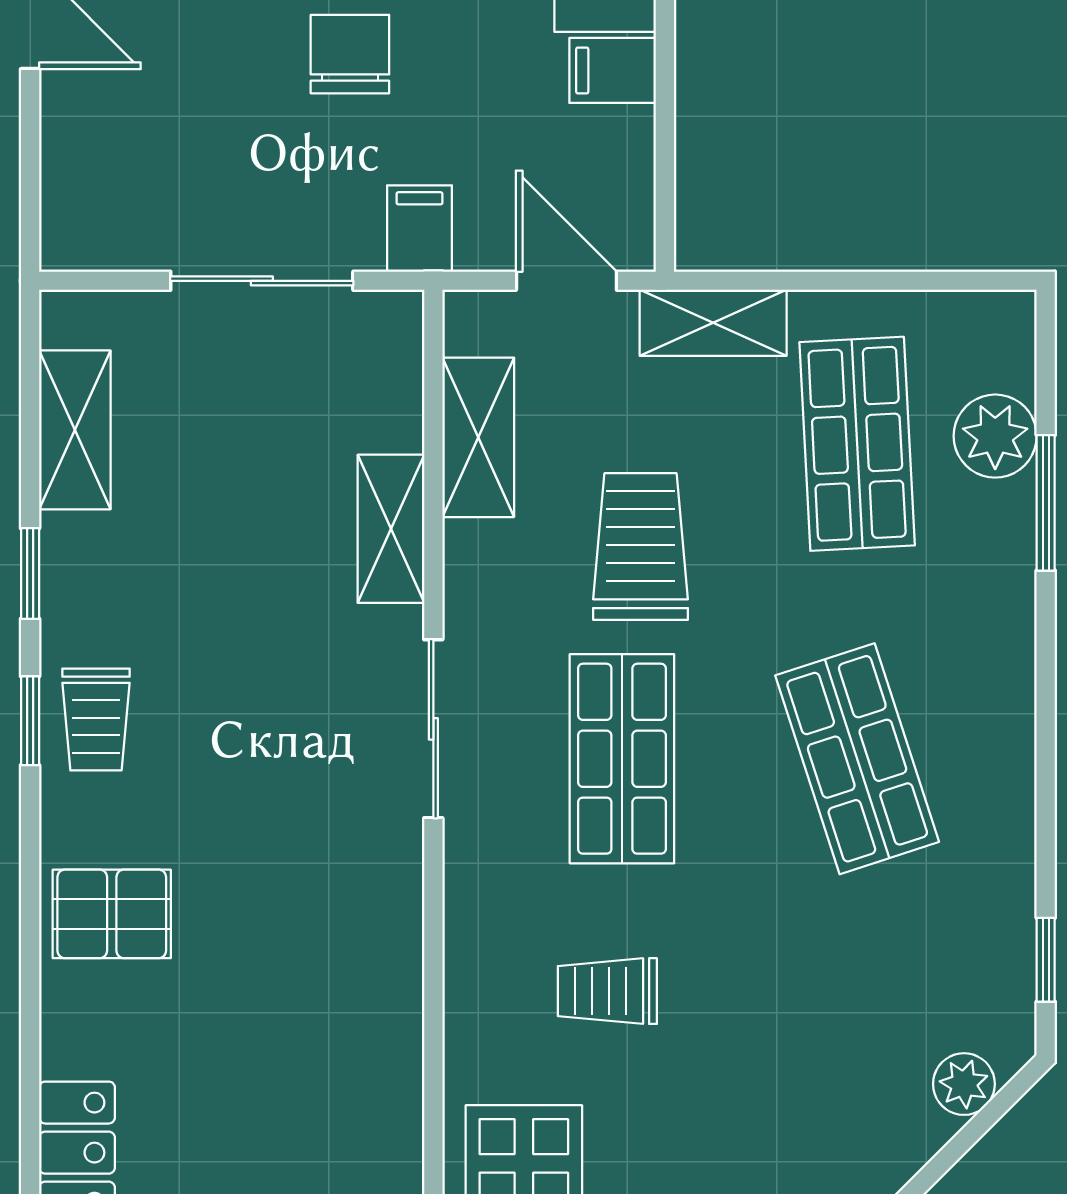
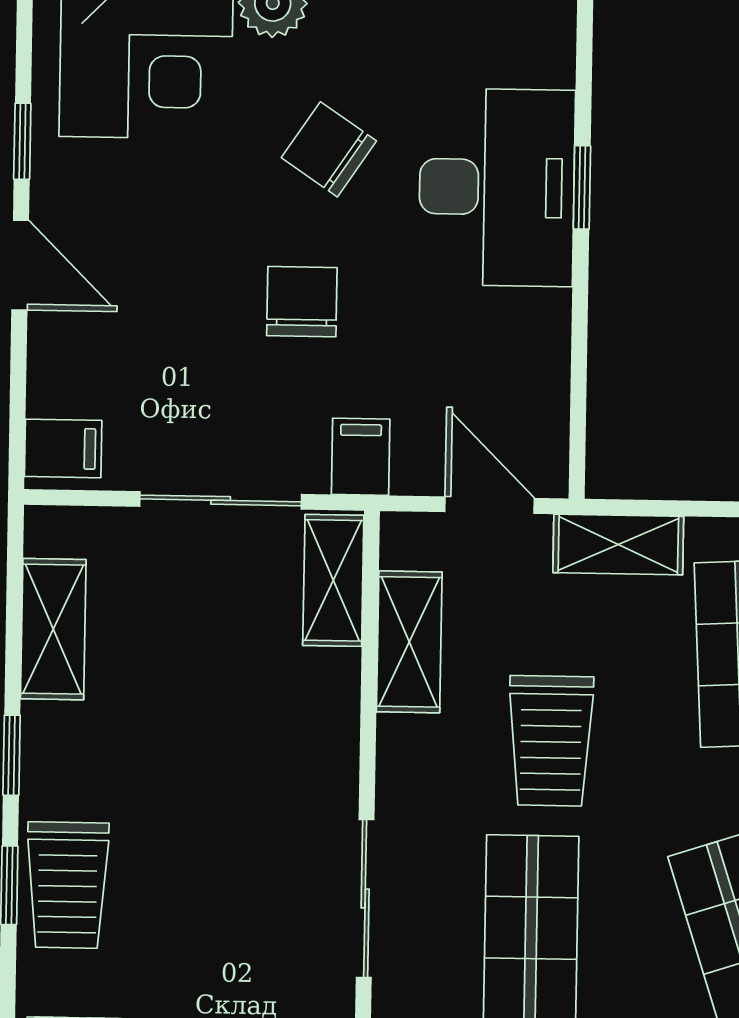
filing cabinet: (613, 70) -> (63, 448), moved, turned 180
shelving: (391, 529) -> (333, 580), moved
trolley: (641, 547) -> (551, 741), turned 180
trolley: (96, 719) -> (67, 885), width x1.36, depth x1.39

